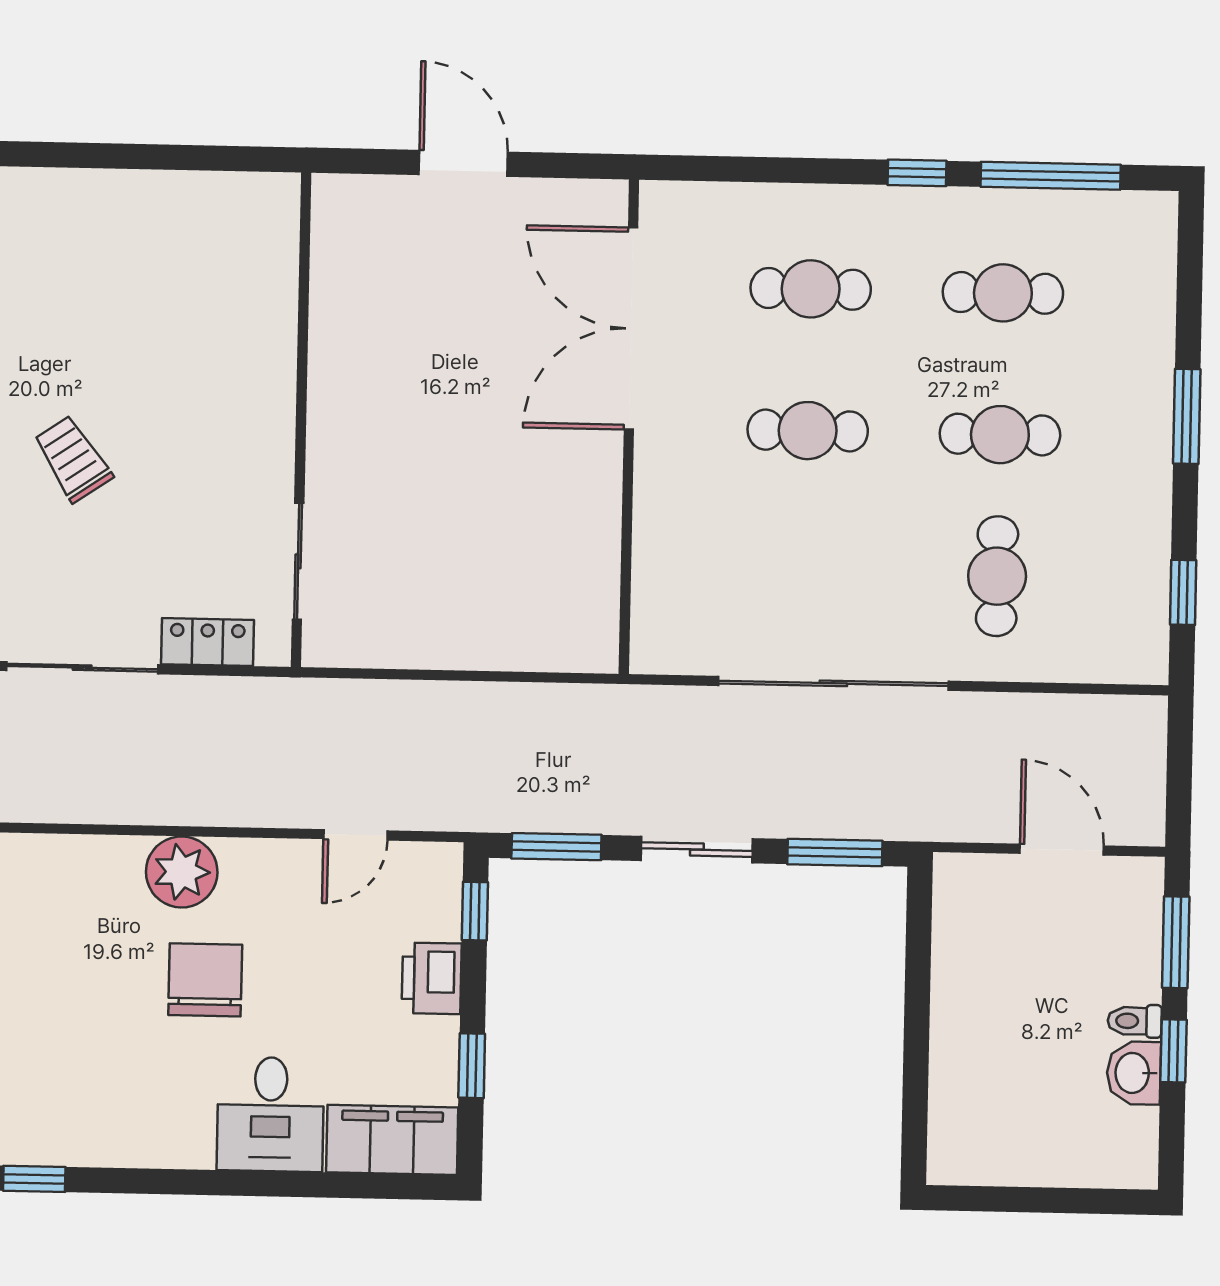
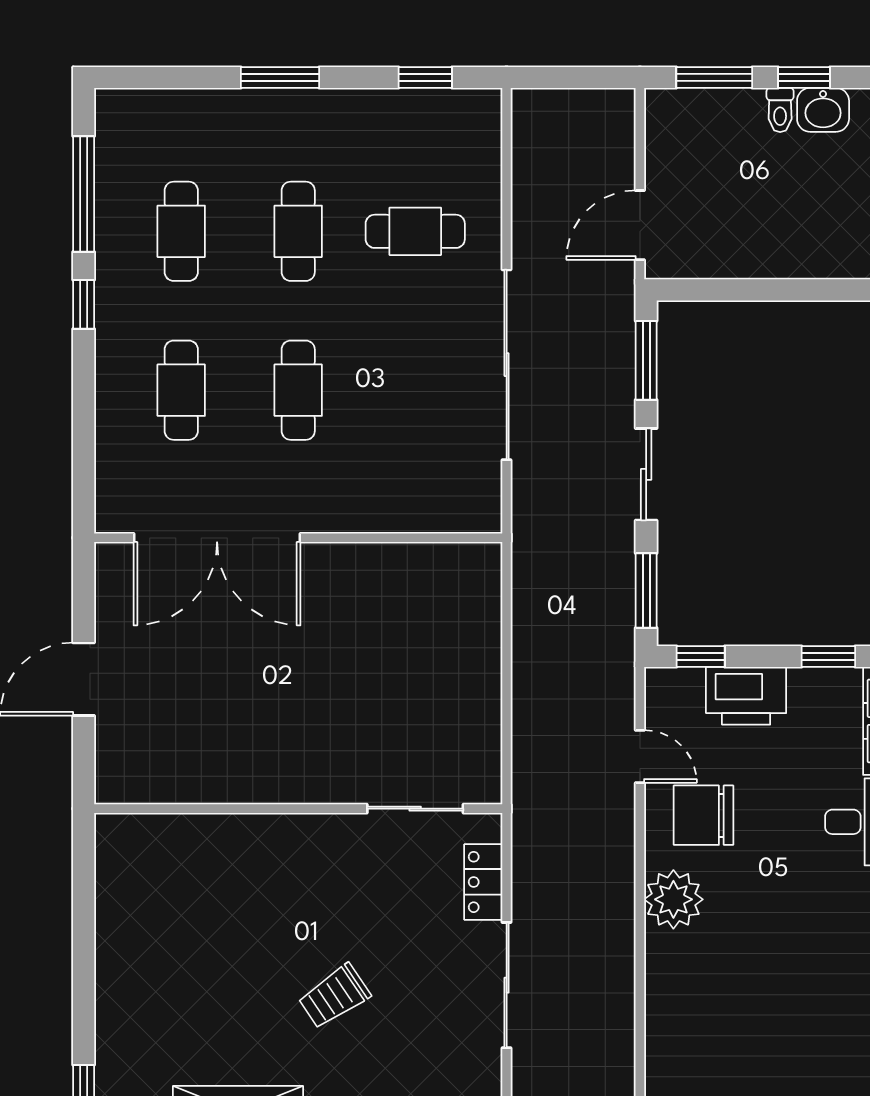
door: (1062, 850) -> (640, 225), moved
printer: (432, 978) -> (746, 696), width x1.37, depth x1.19
chair: (205, 980) -> (703, 815), moved

